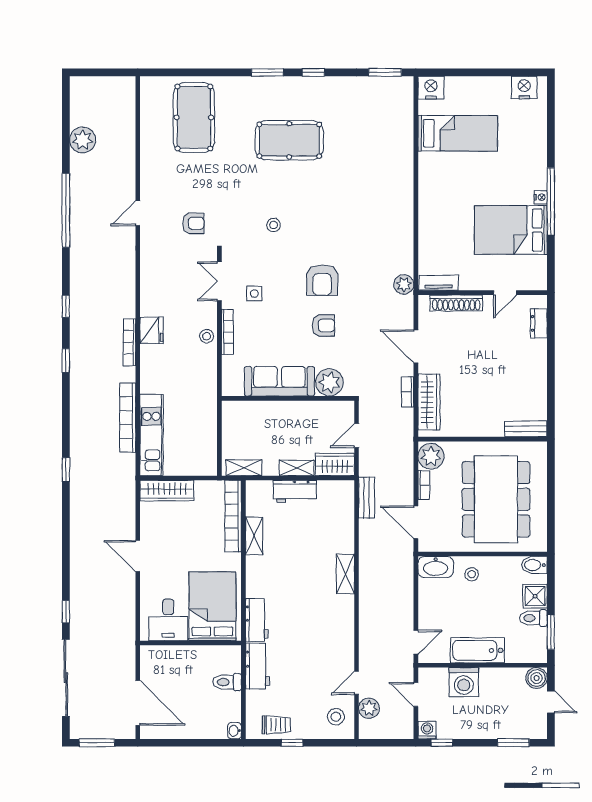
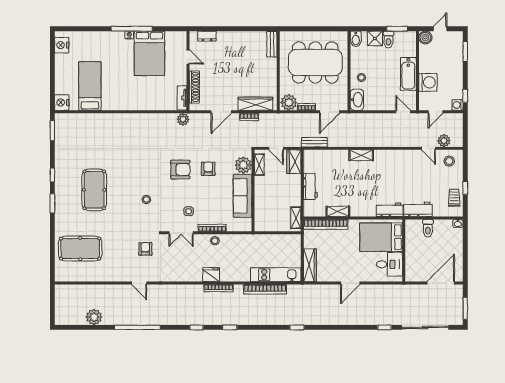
shelving: (297, 468) -> (259, 165), moved

